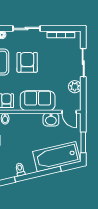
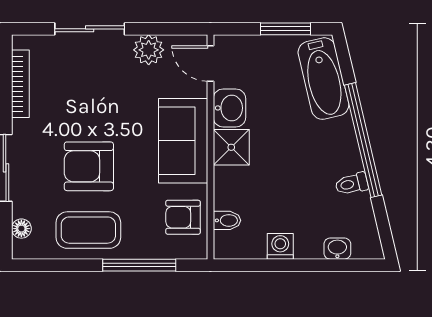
door: (69, 112) -> (210, 63), swing flipped
shower: (35, 120) -> (231, 147), added
bathtub: (57, 157) -> (323, 79), width x0.73, depth x0.73

